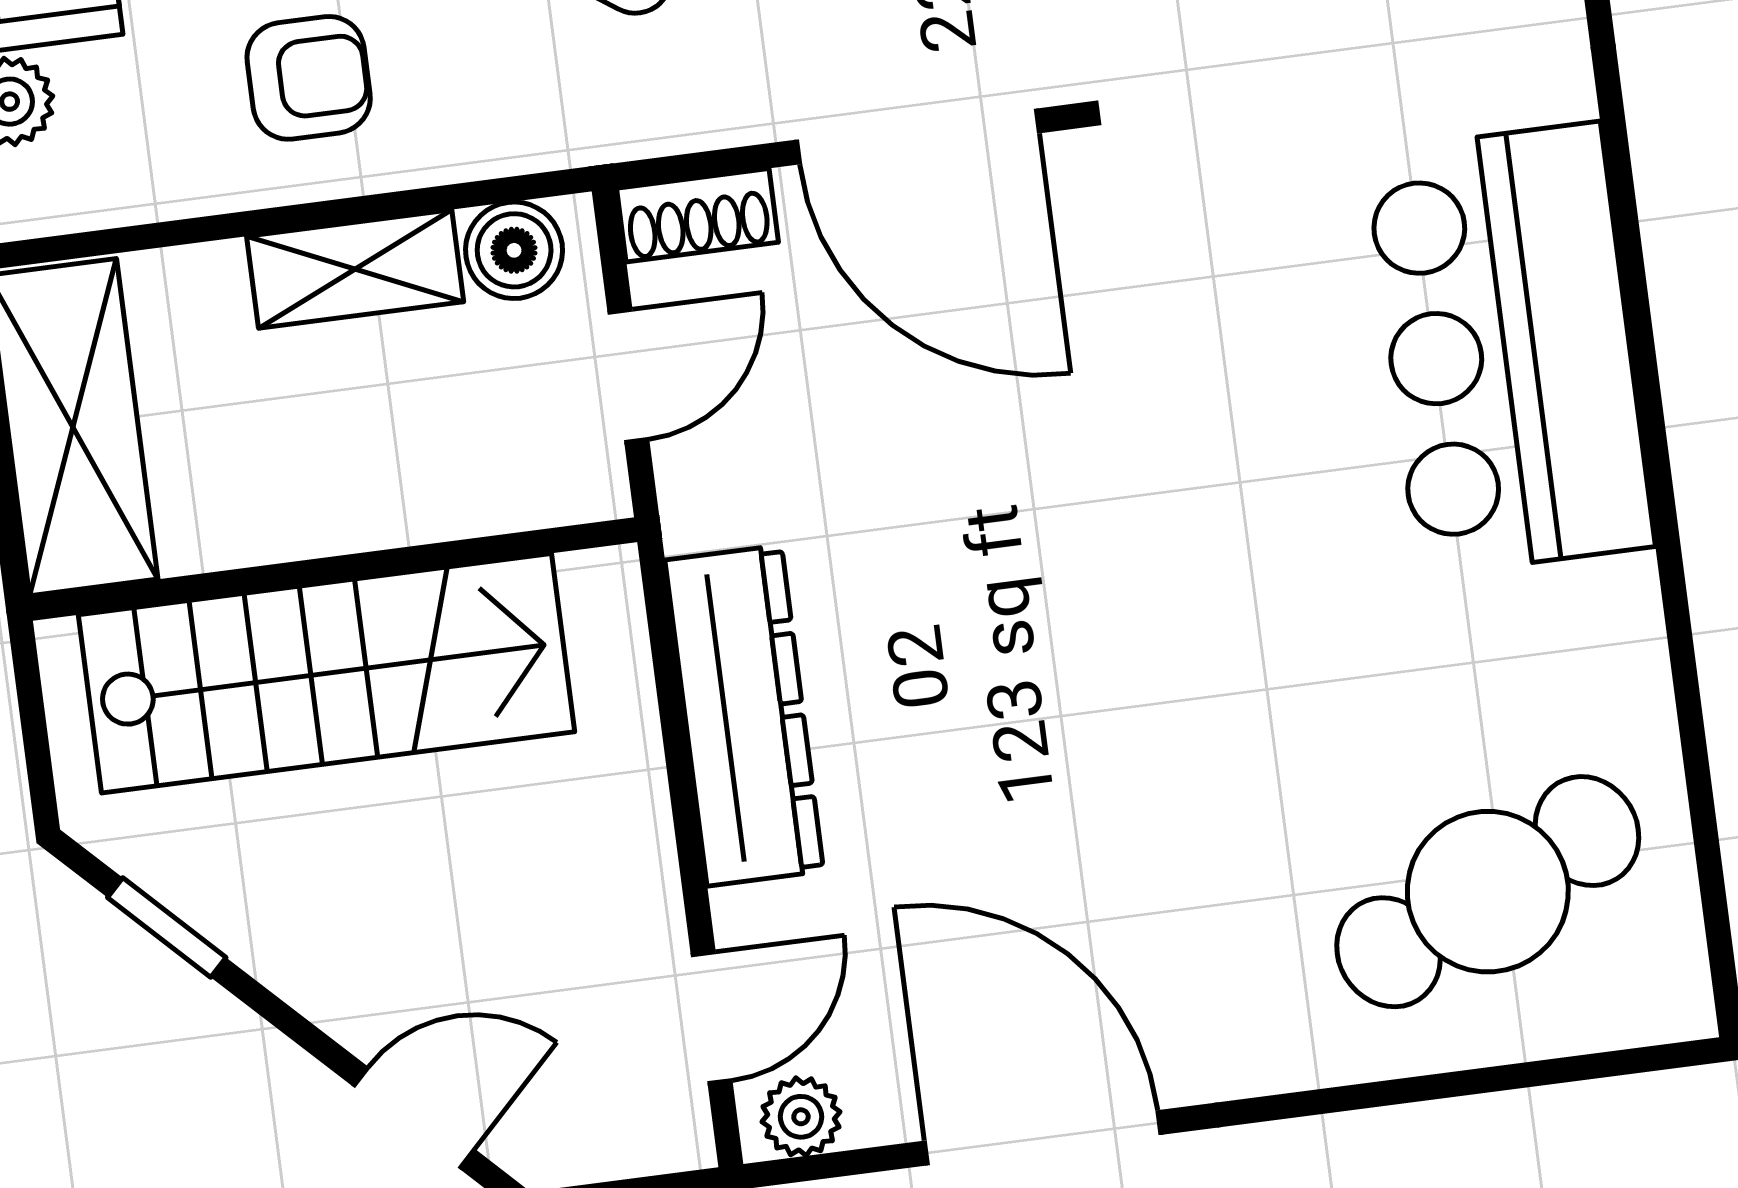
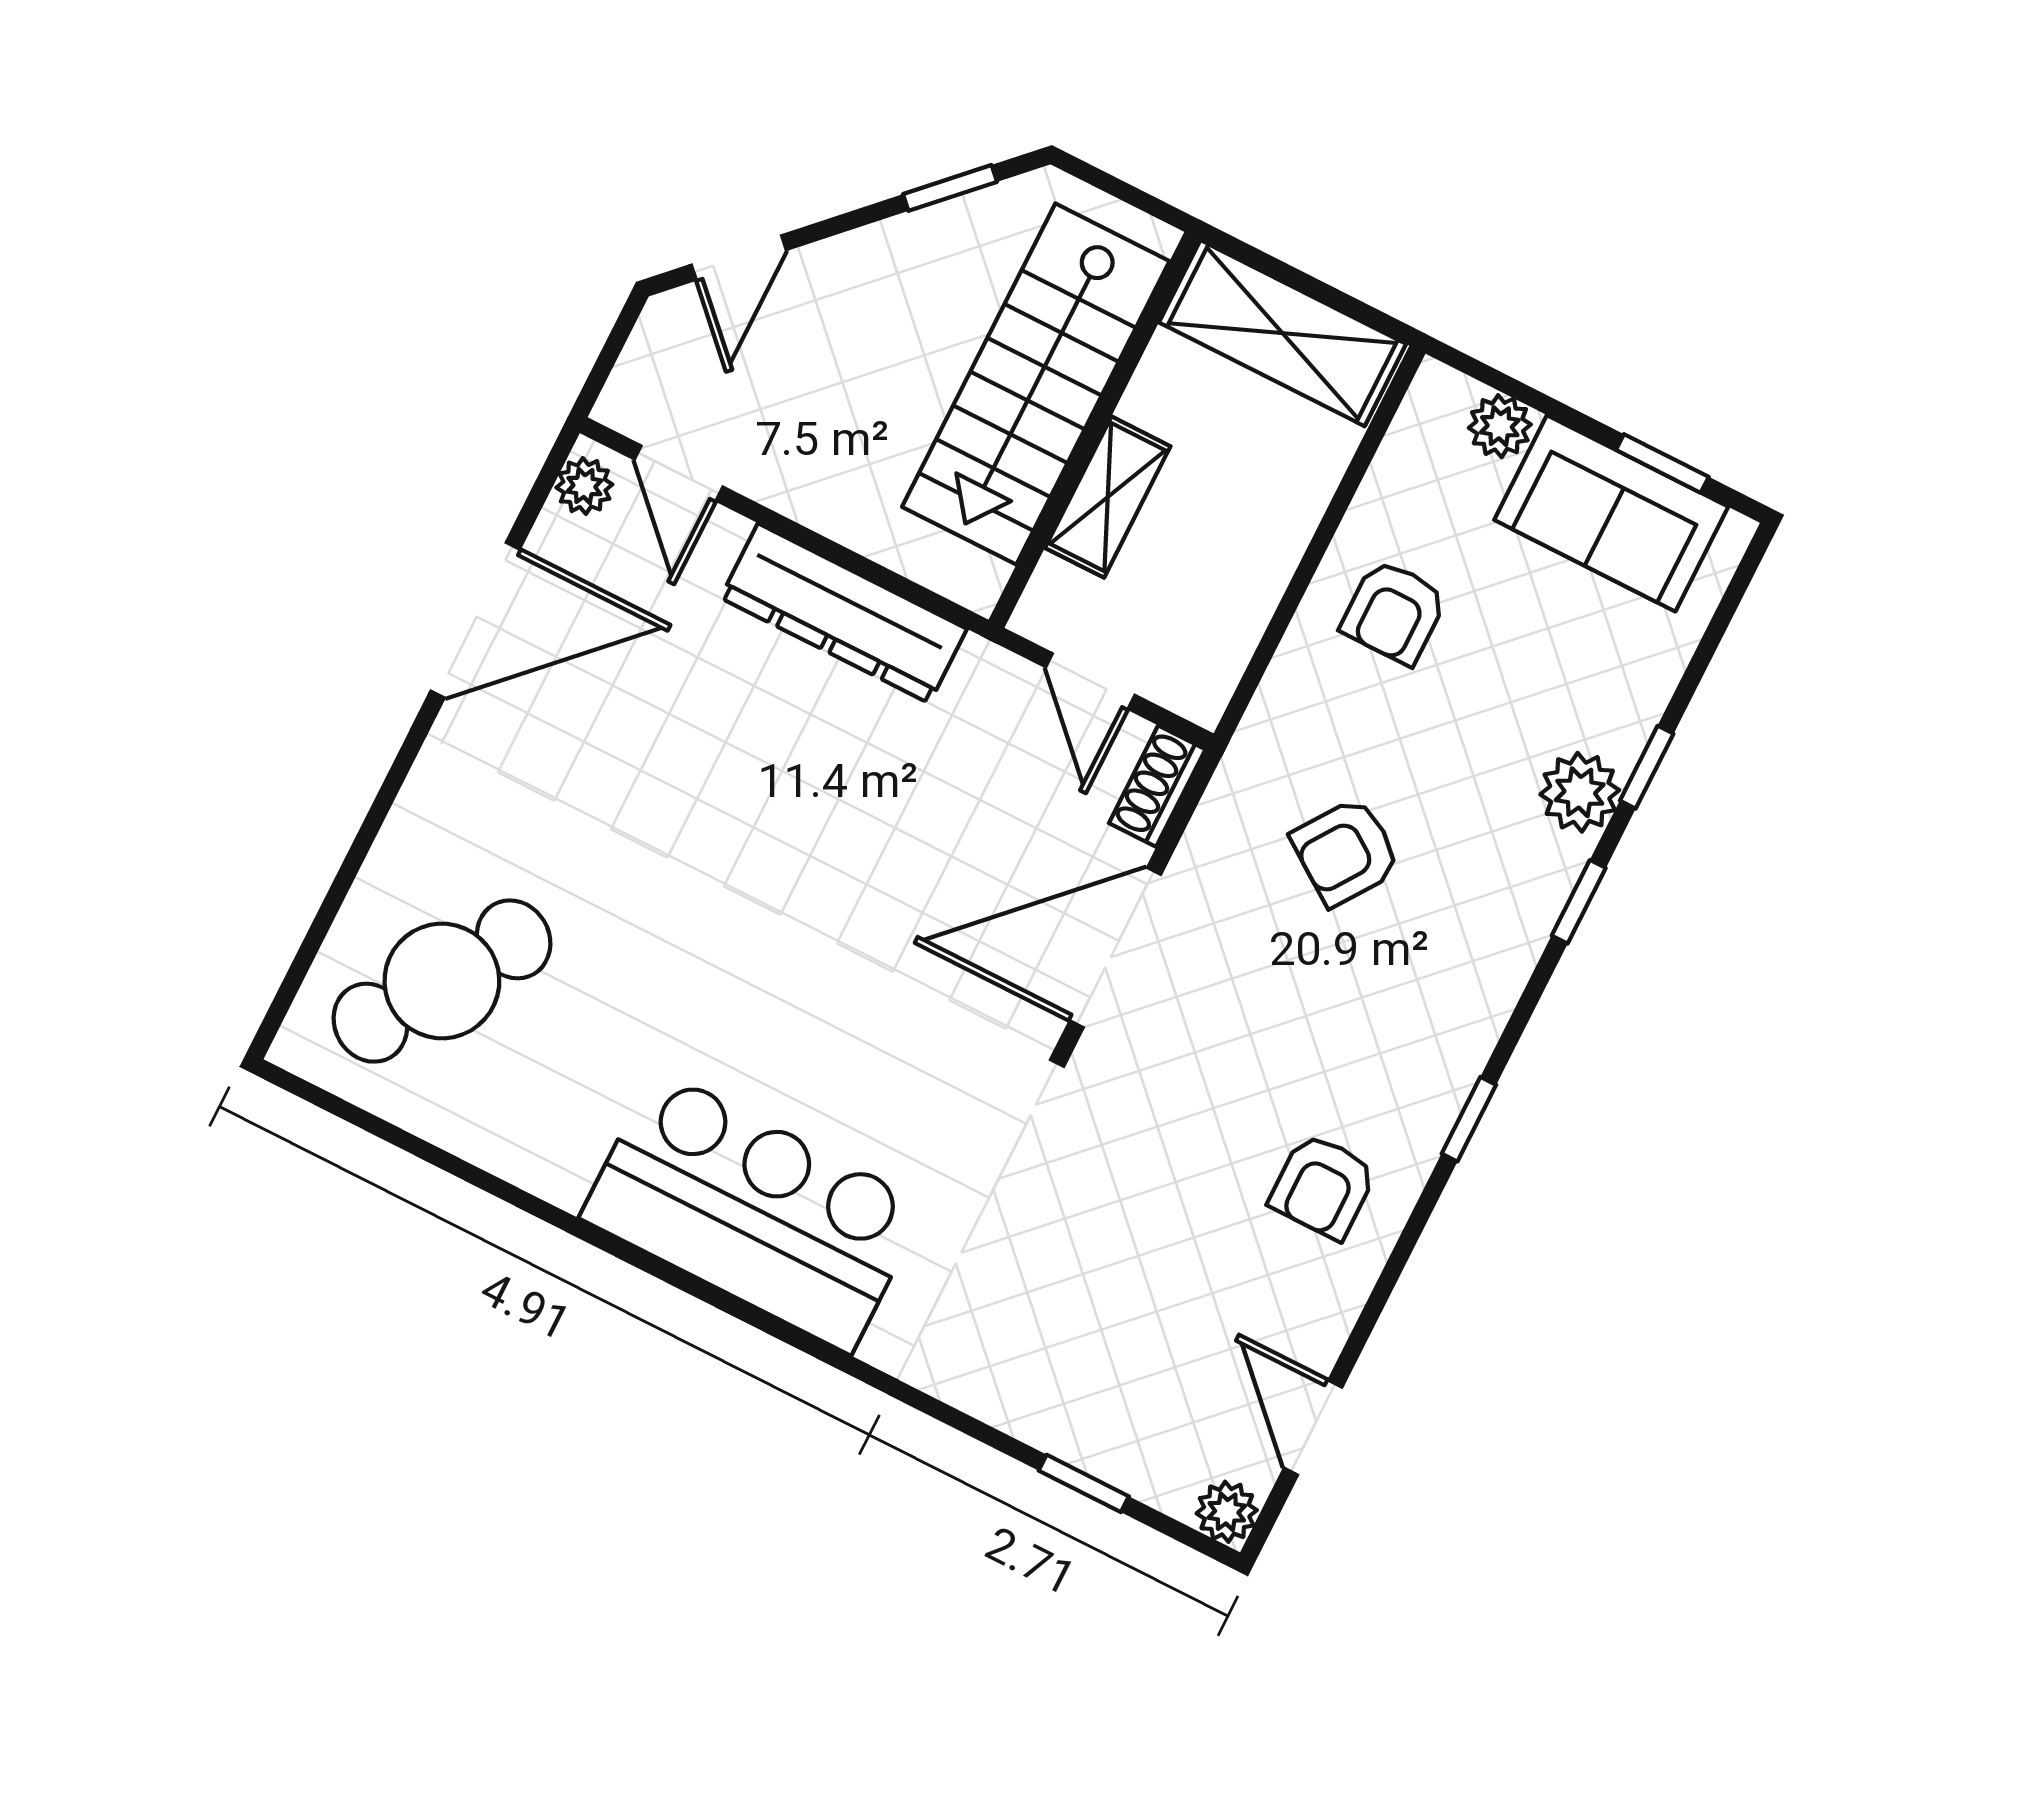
boiler: (514, 250) -> (1210, 664), removed
shelving: (355, 269) -> (1108, 497), moved
cafe table: (1488, 892) -> (442, 981), turned 57

